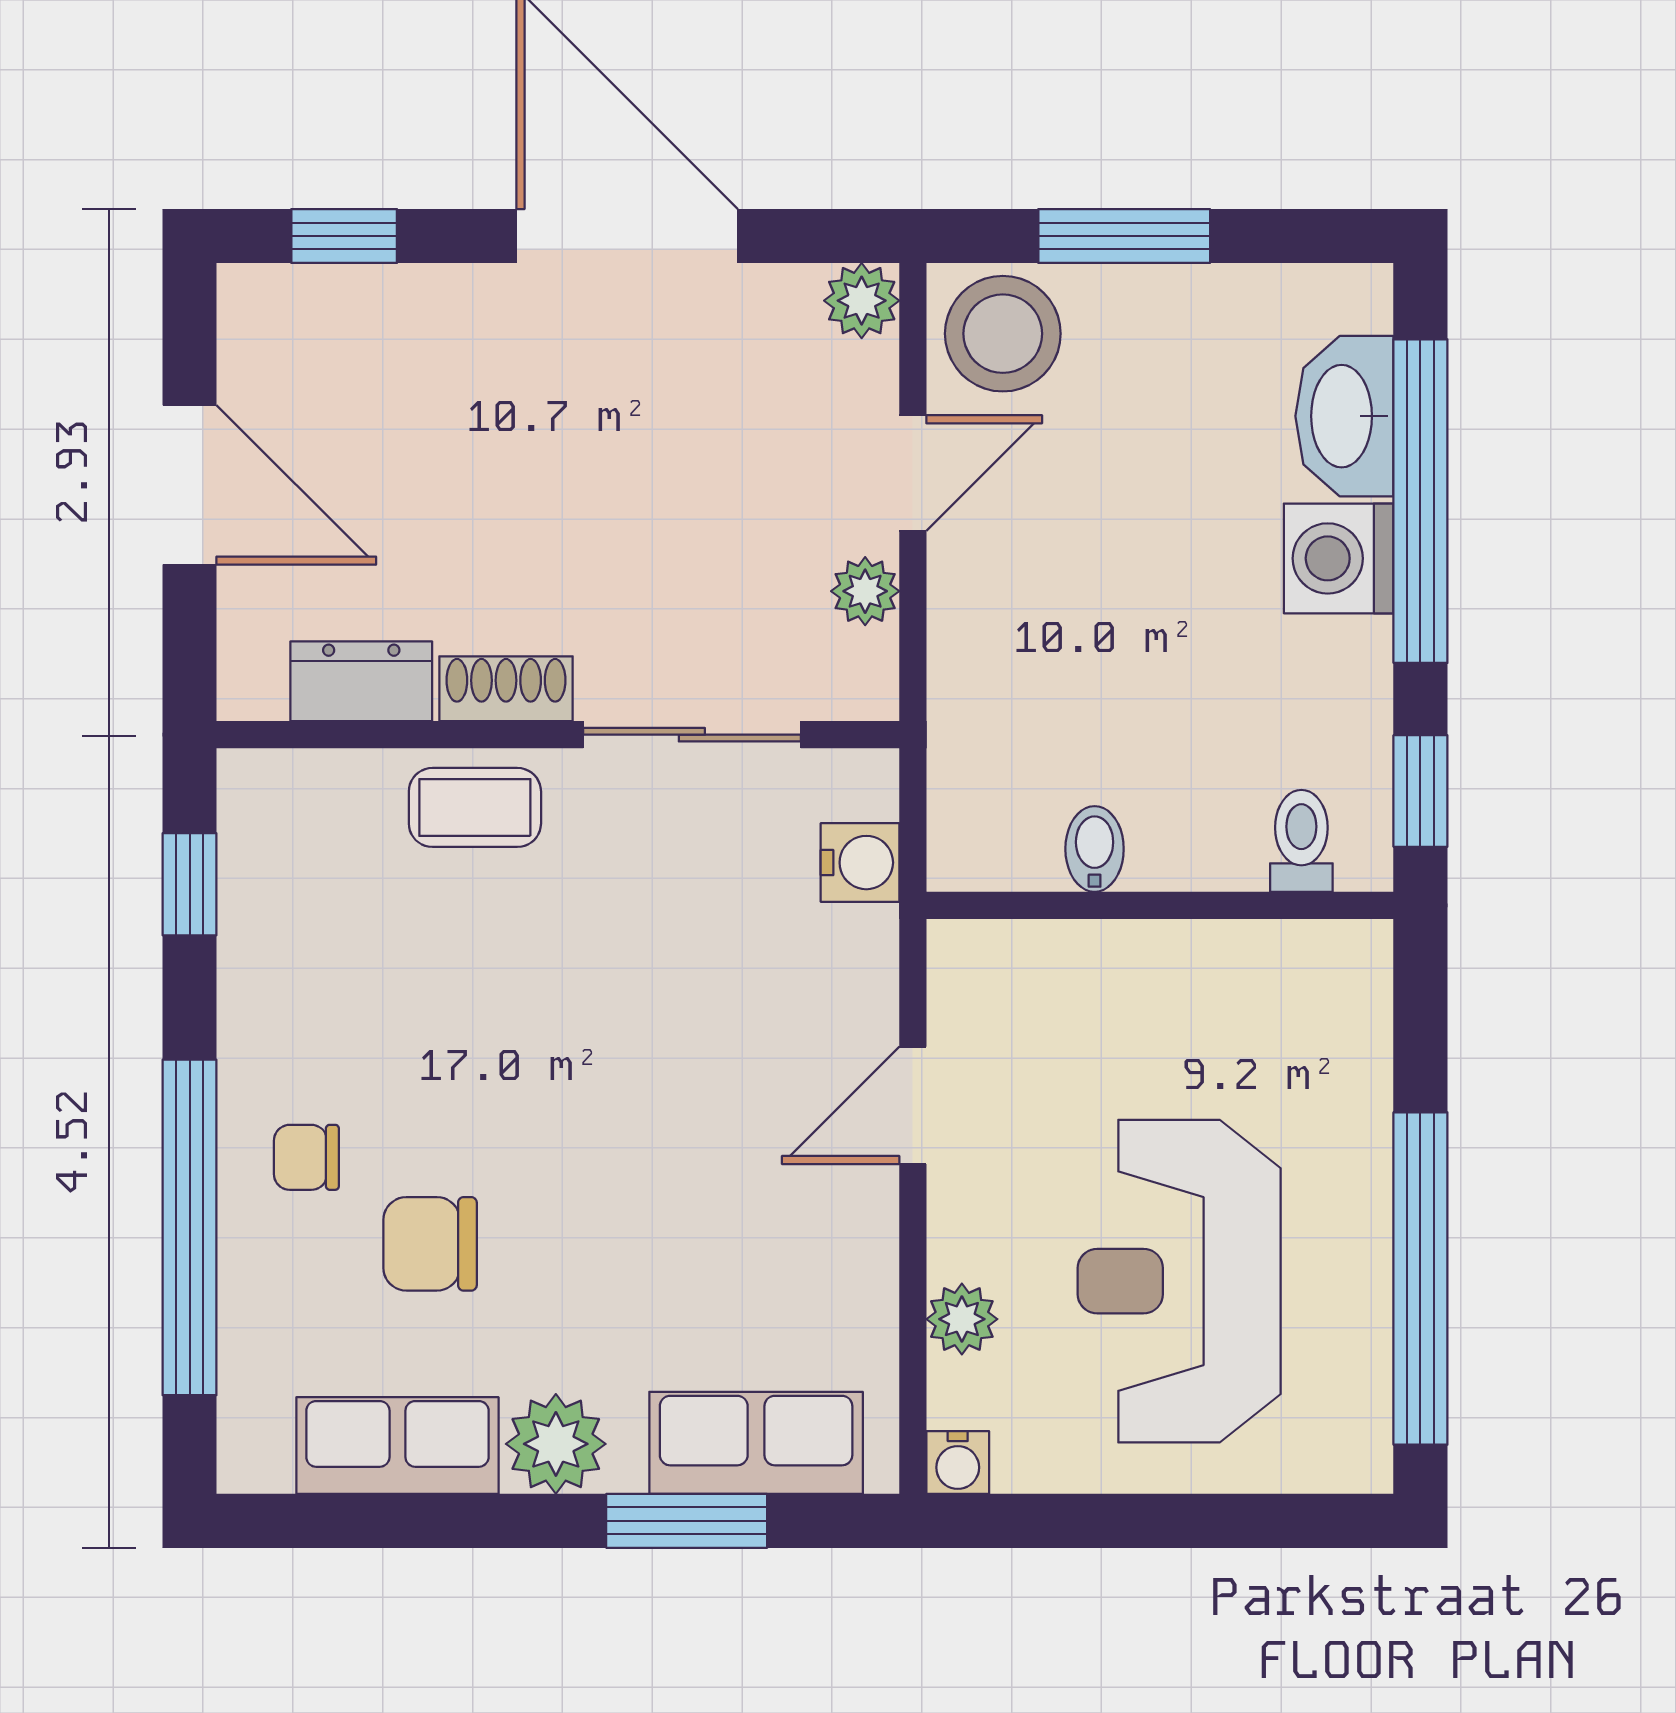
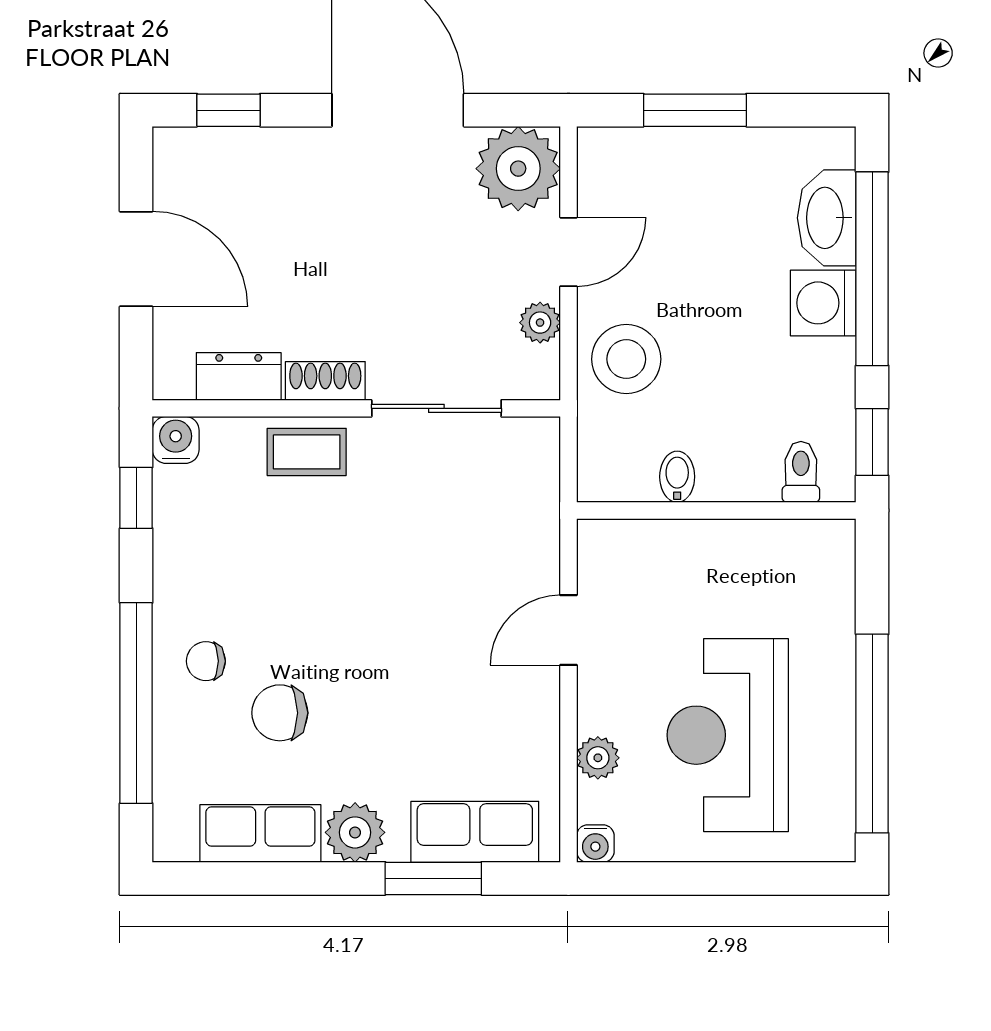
plant: (862, 301) -> (518, 169), width x1.88, depth x1.88
stool: (1003, 334) -> (626, 359), moved
water cooler: (860, 863) -> (176, 440), moved, turned -90

